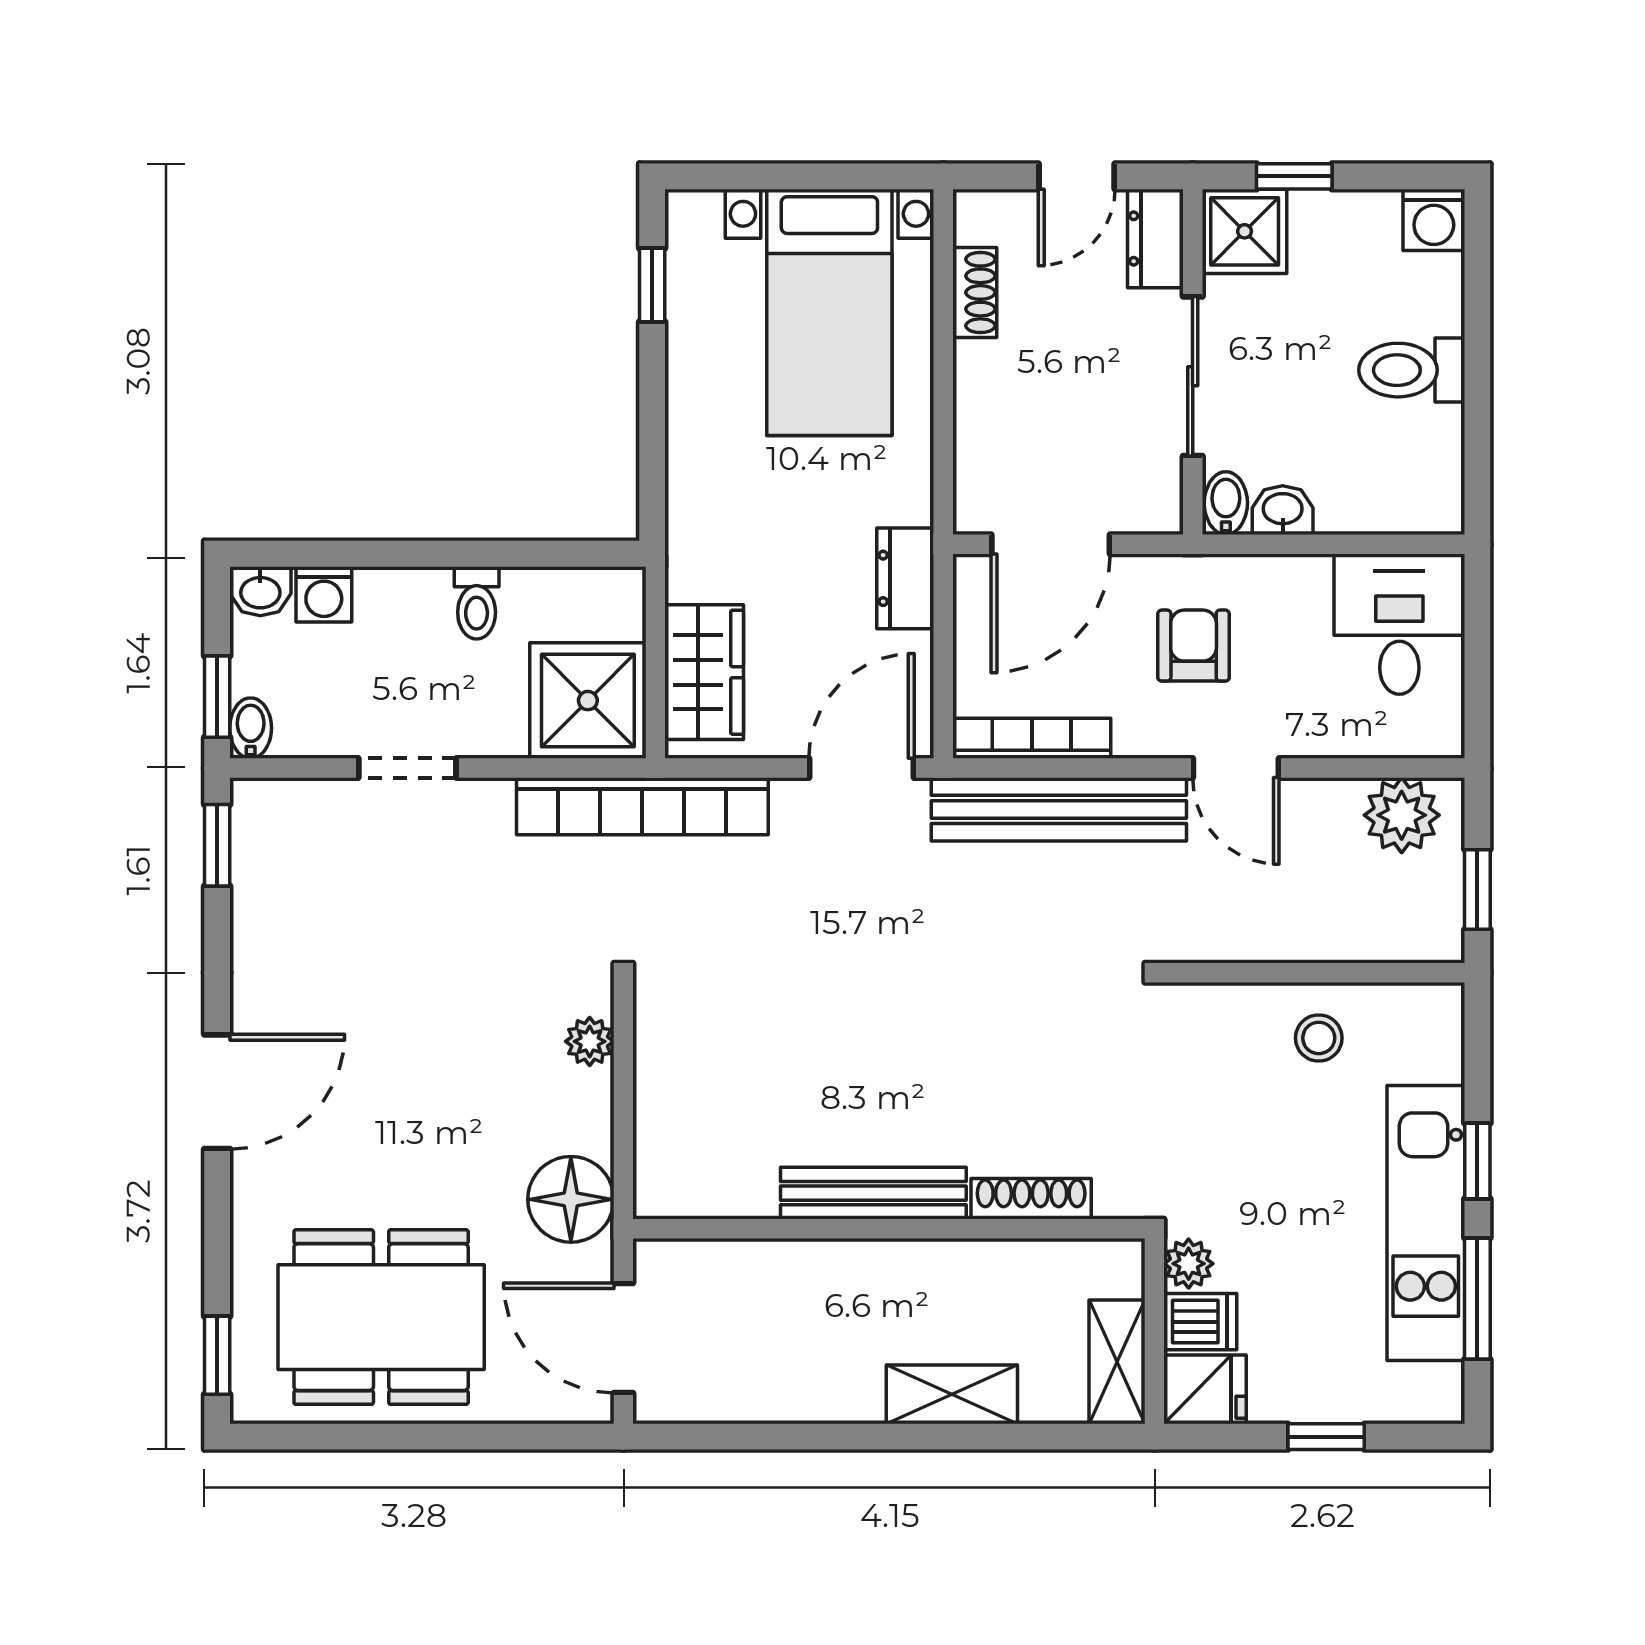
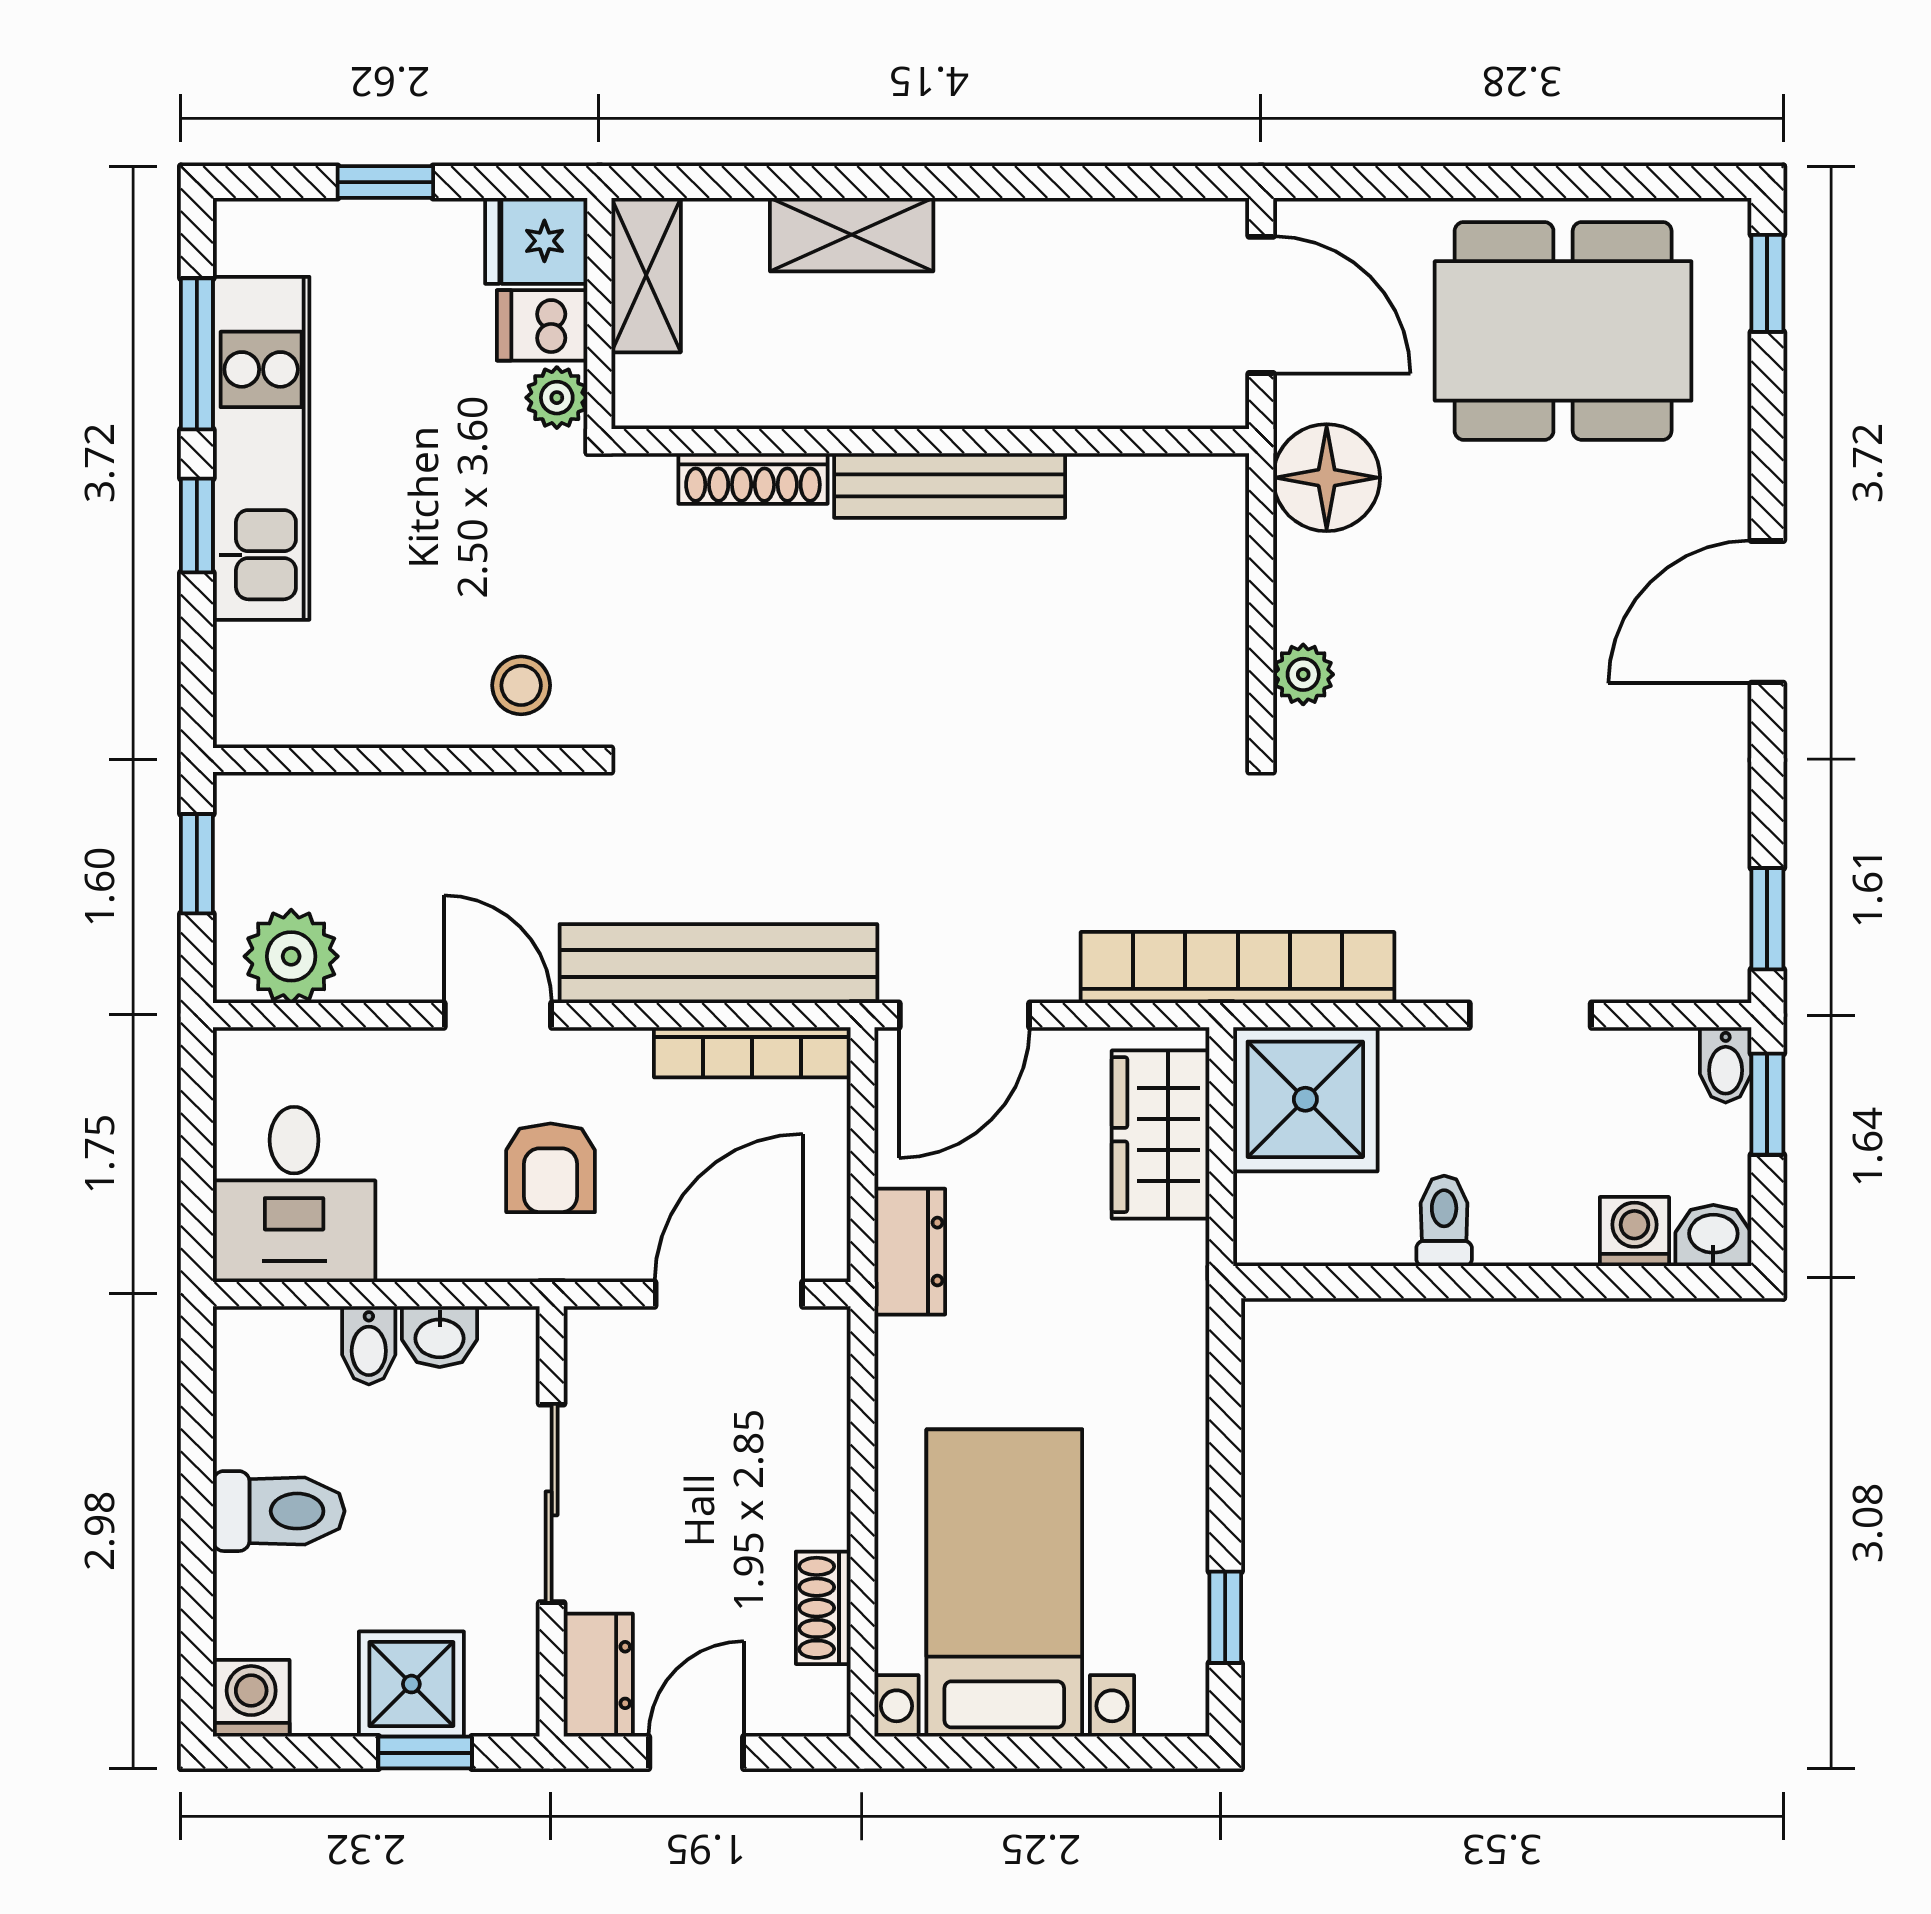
shower: (1245, 231) -> (411, 1684), moved
bidet: (1226, 503) -> (369, 1345), moved
stool: (1319, 1038) -> (521, 685), moved

